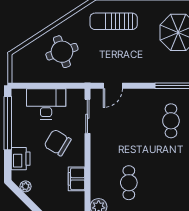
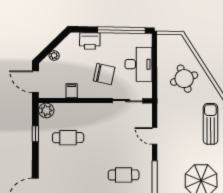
door: (113, 86) -> (155, 136), moved
chair: (58, 143) -> (104, 74), turned 71
filing cabinet: (77, 179) -> (72, 91), width x0.50
plant: (26, 186) -> (54, 56), moved

